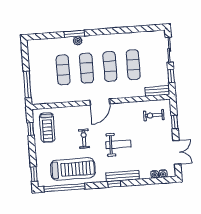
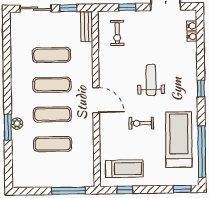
bench: (123, 176) -> (191, 77), removed

